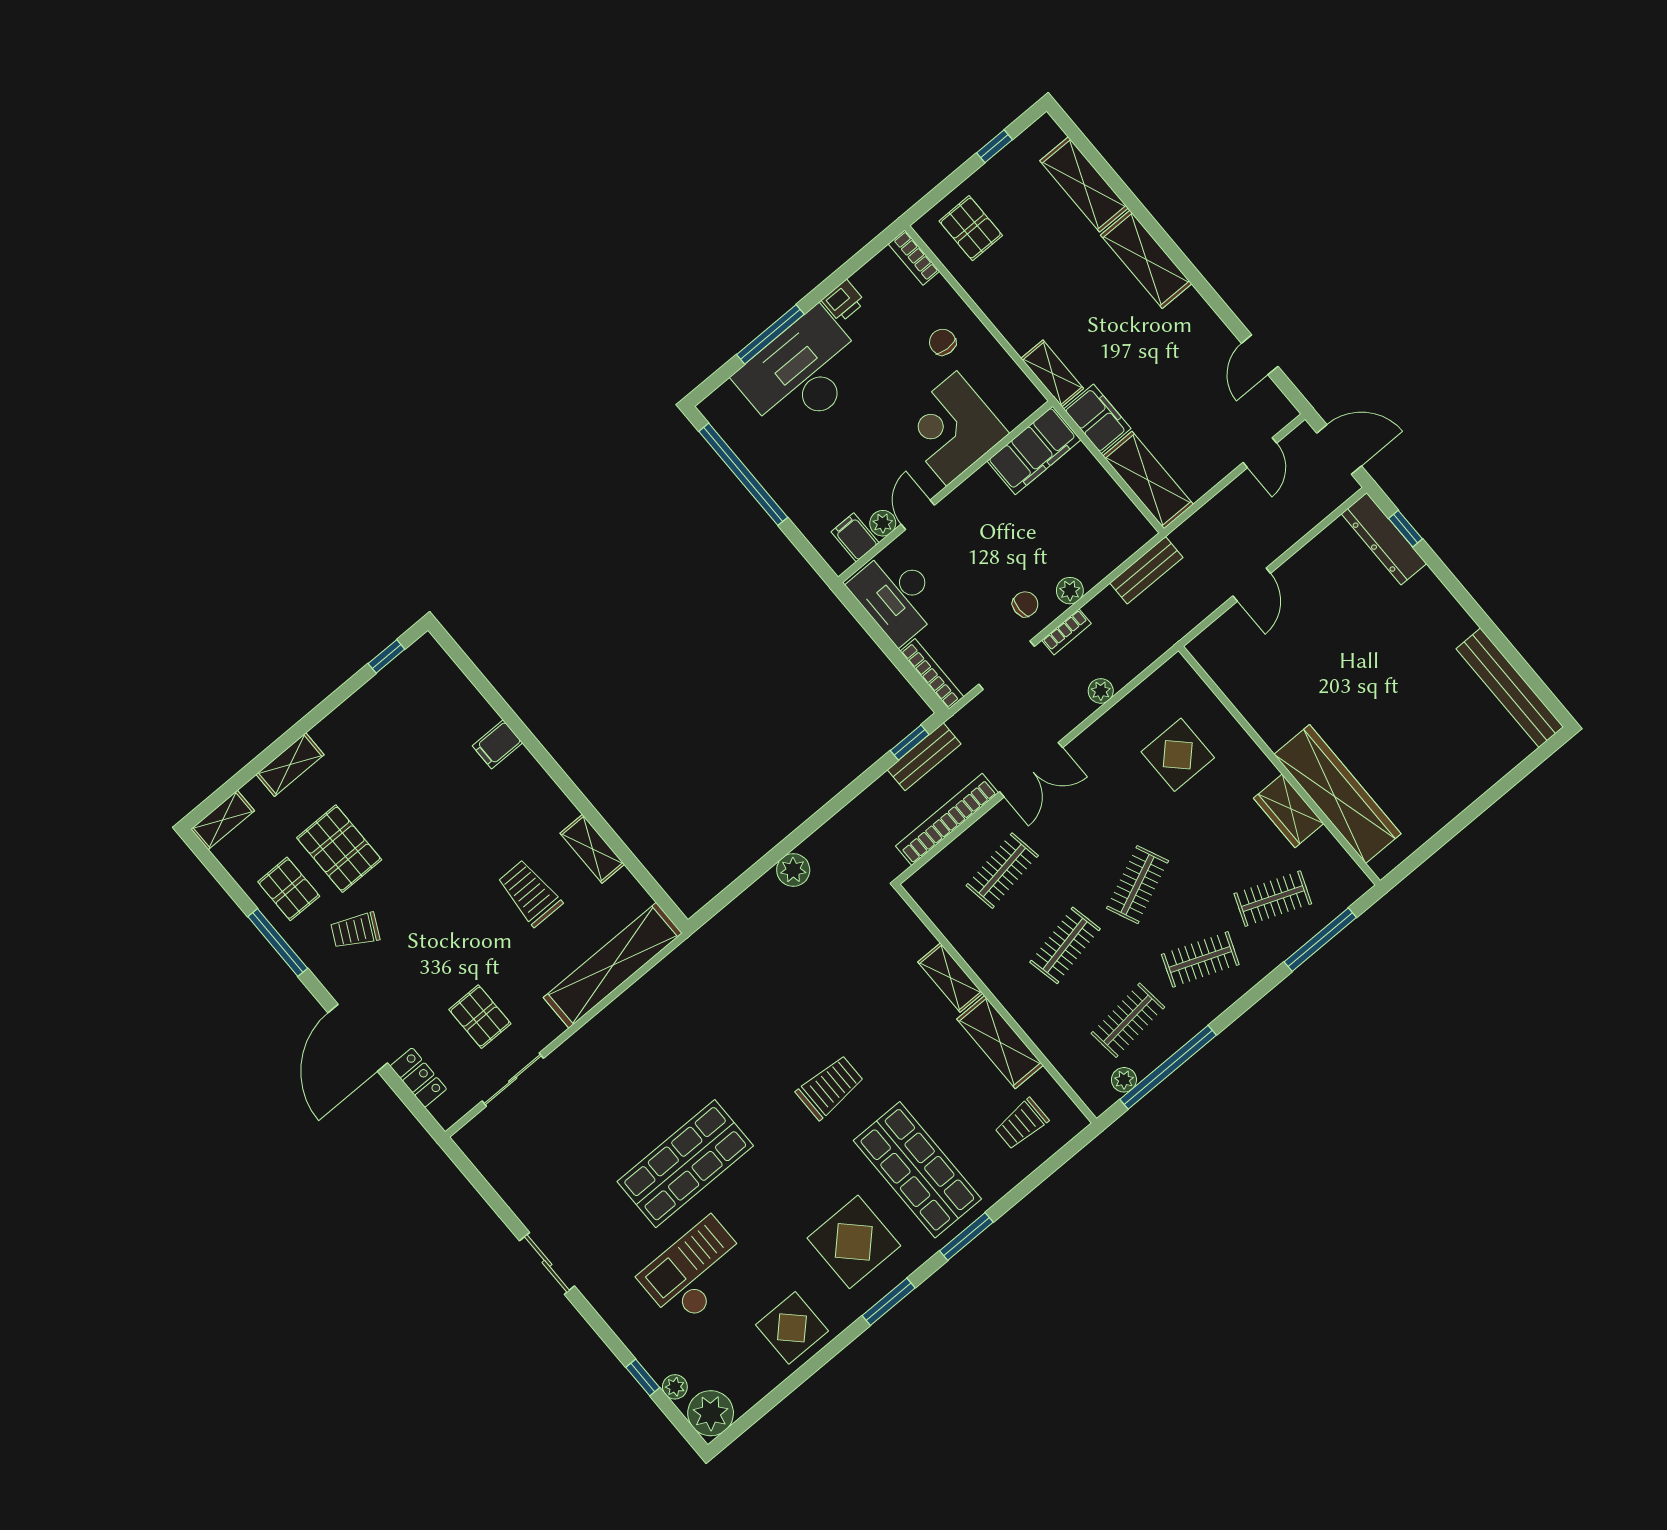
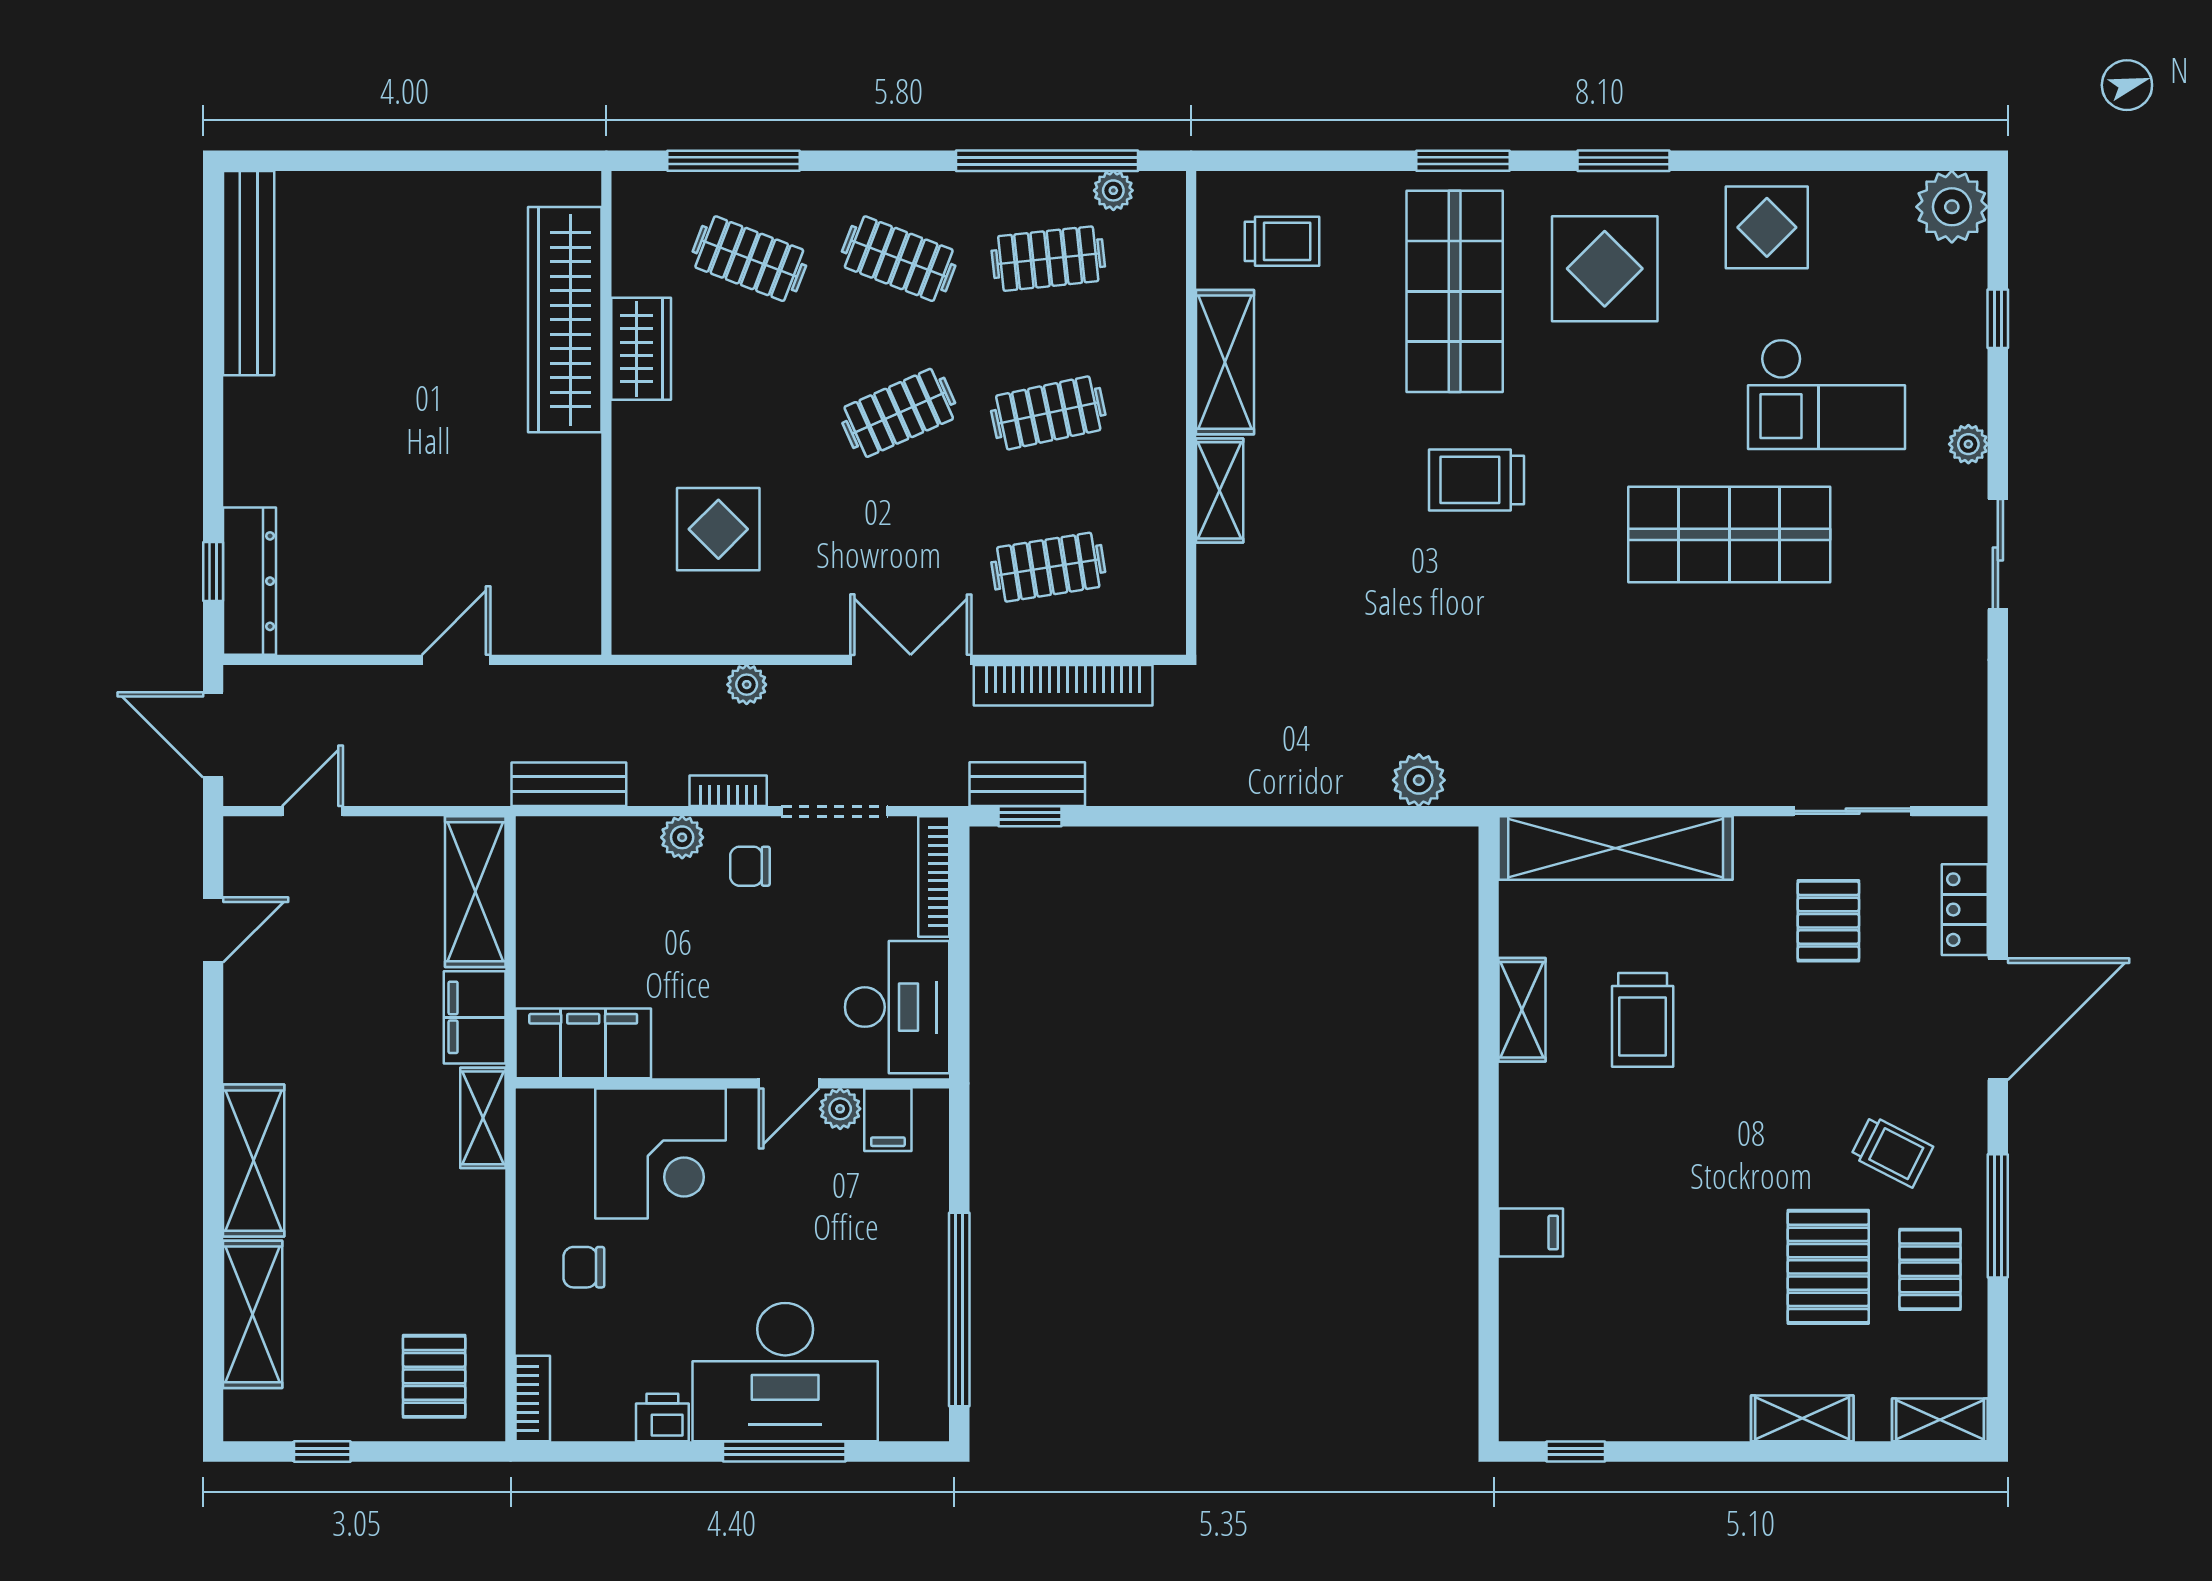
chair: (943, 342) -> (584, 1267), turned 88
plant: (793, 870) -> (1419, 780), moved
plant: (675, 1387) -> (1968, 444), moved

